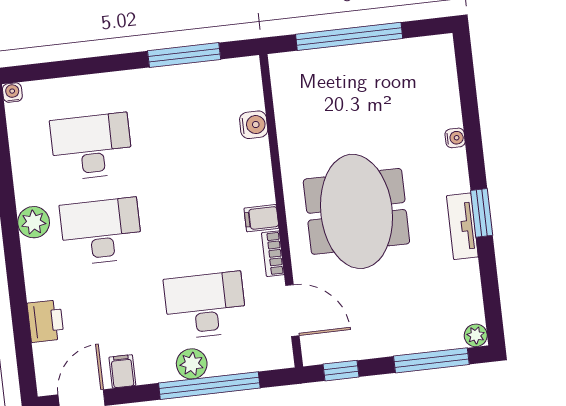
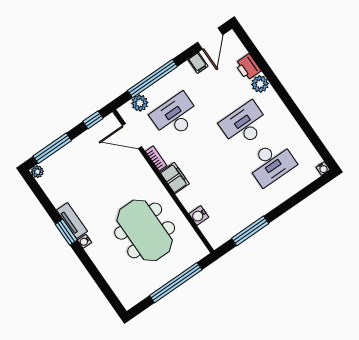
water cooler: (455, 138) -> (85, 241), moved
meeting table: (356, 211) -> (145, 230), moved
filing cabinet: (261, 218) -> (175, 178), width x2.00
plant: (34, 222) -> (260, 84), moved
desk: (101, 231) -> (244, 125), turned 180
desk: (205, 305) -> (175, 116), turned 180
plant: (192, 364) -> (140, 103), moved

